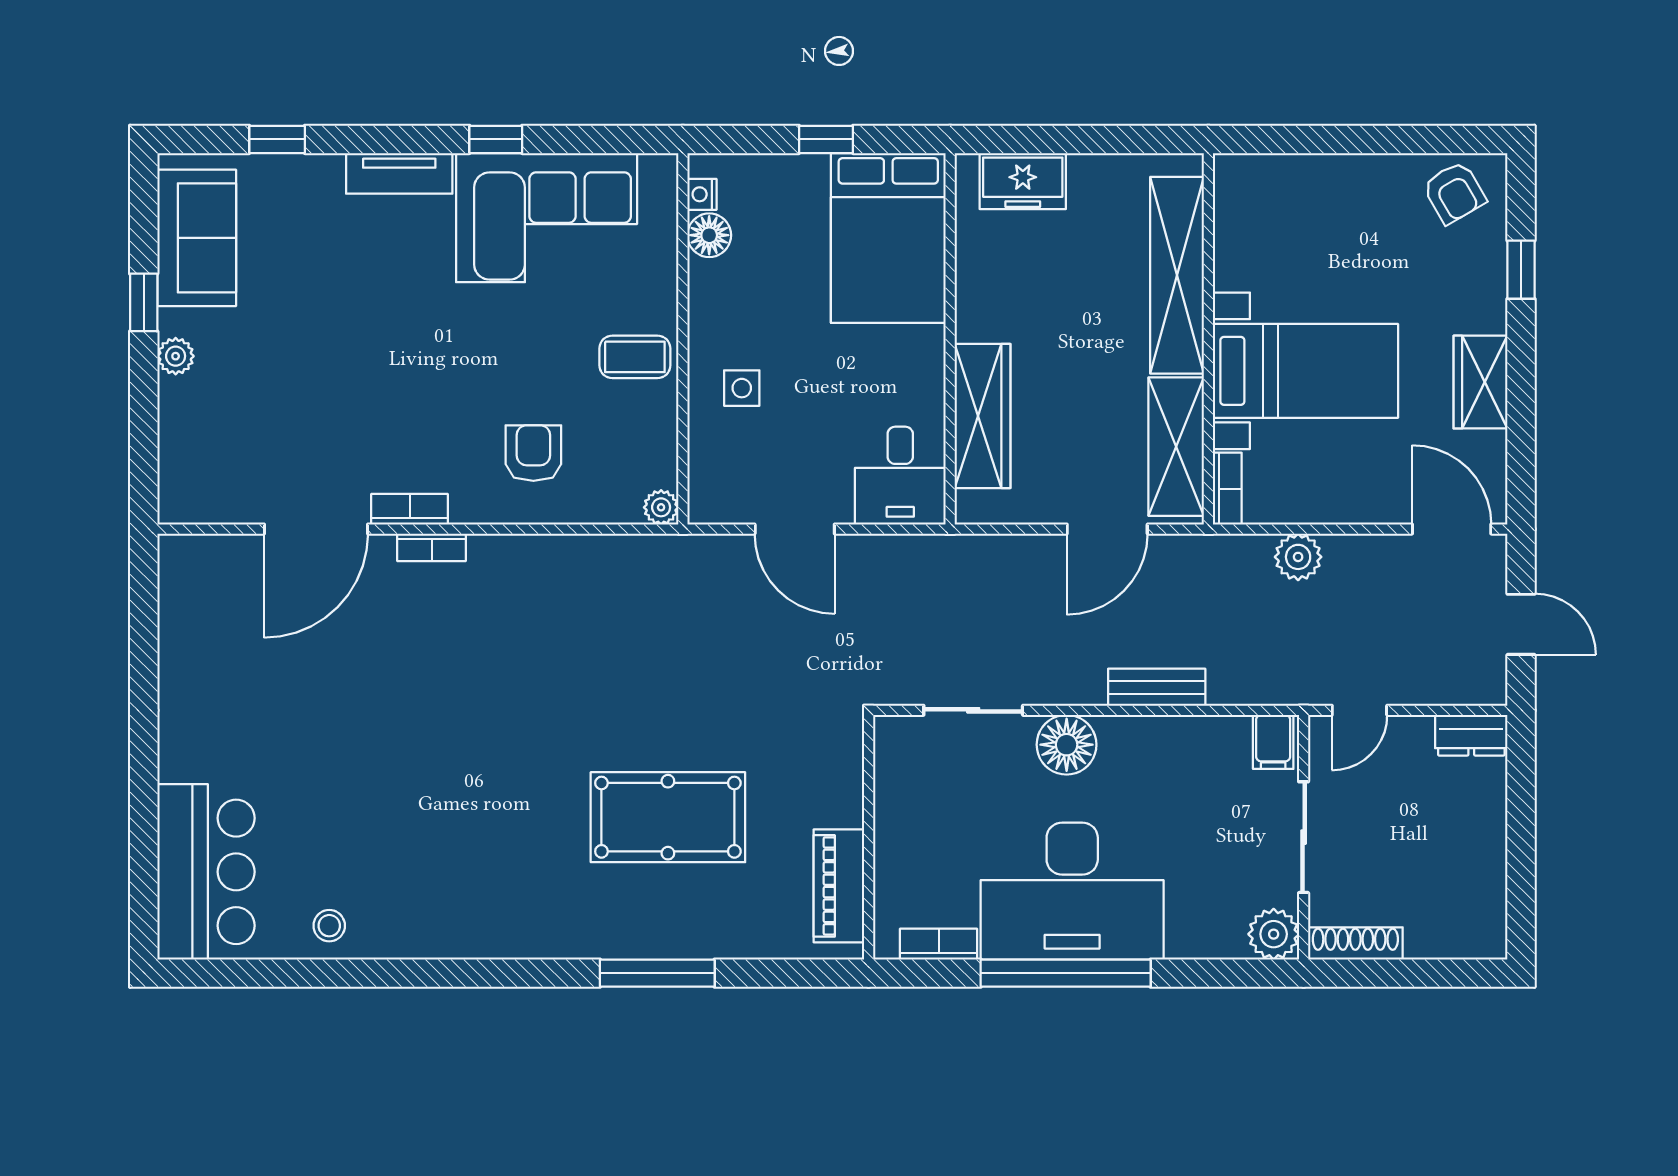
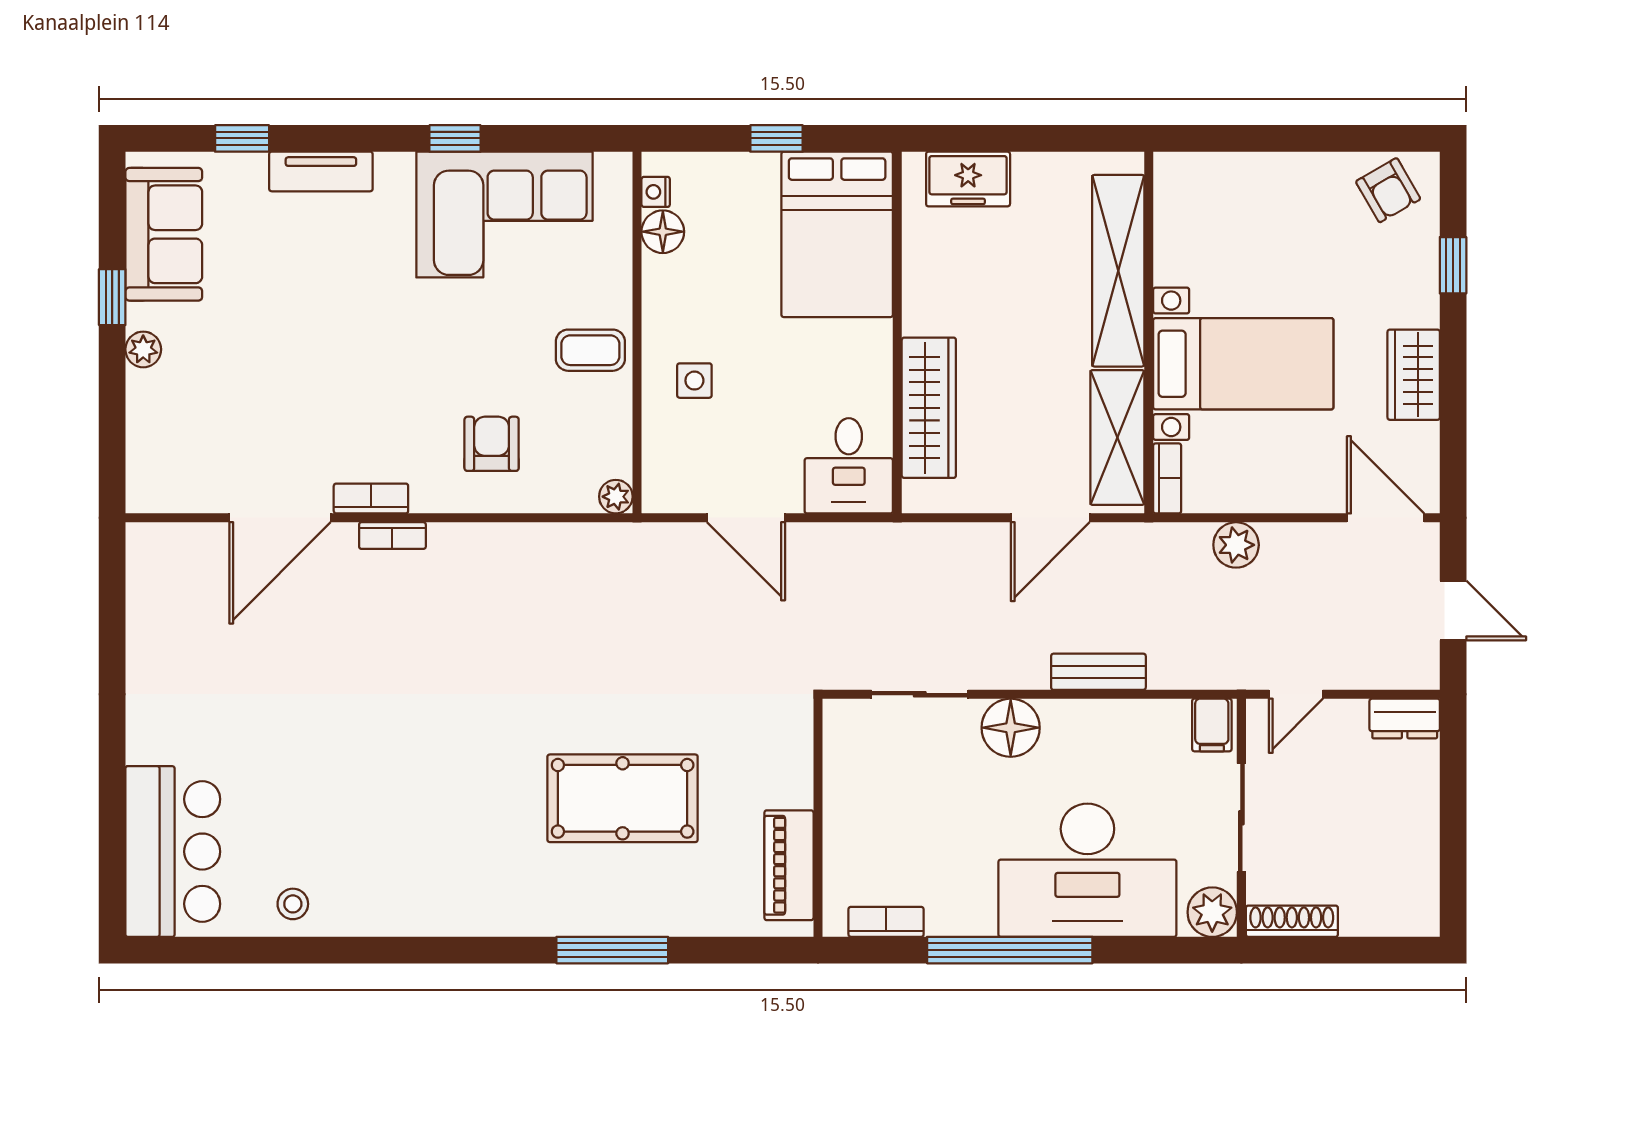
tv unit: (399, 173) -> (321, 171), moved
desk: (1072, 891) -> (1087, 870), moved

